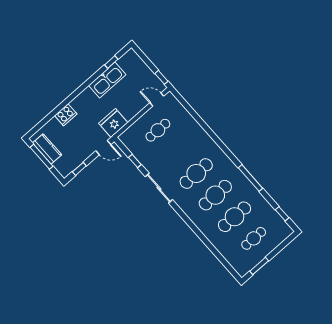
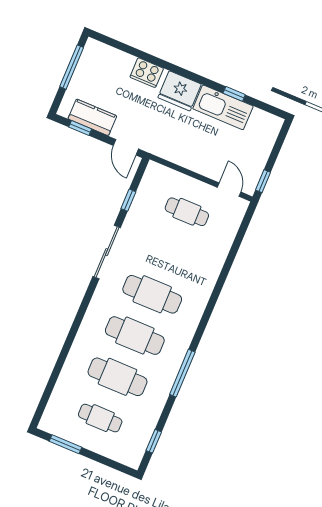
window: (111, 62) -> (234, 94), moved
fridge: (113, 123) -> (180, 91), moved, turned 180
kitchen counter: (47, 149) -> (92, 117), moved, turned -90

